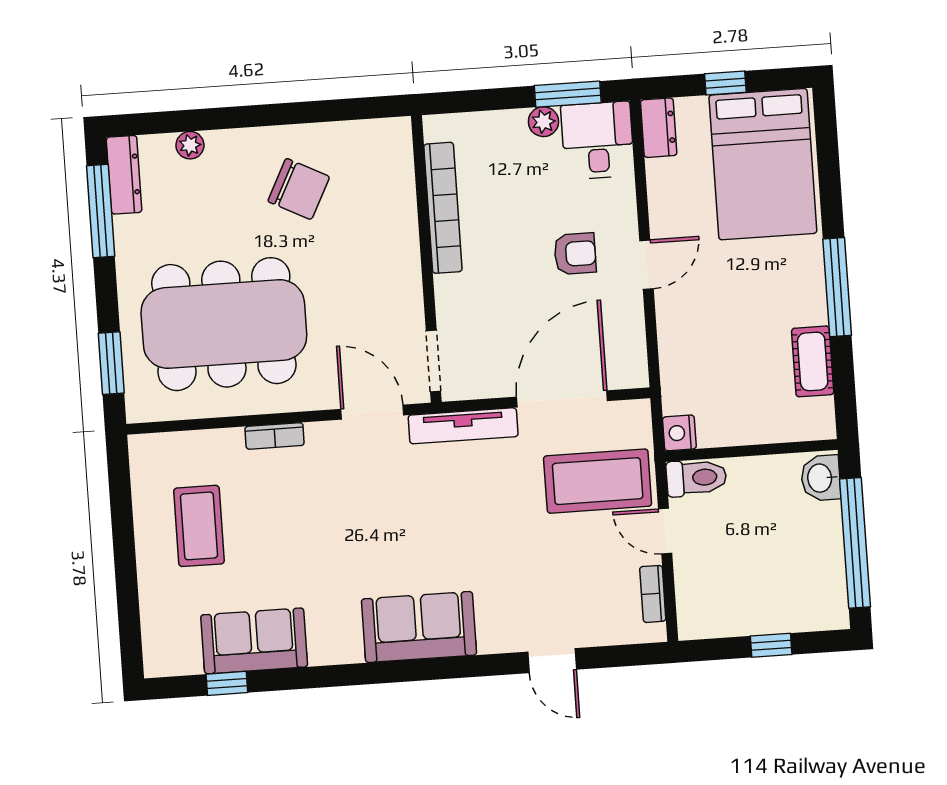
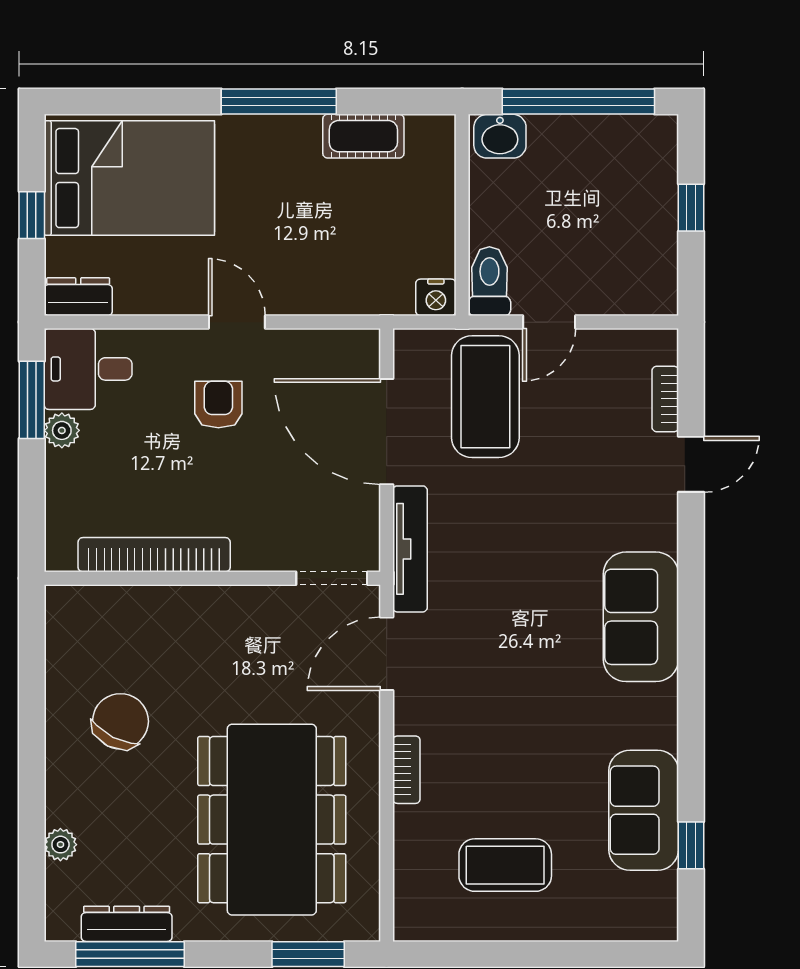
dresser: (124, 175) -> (127, 924), moved
bookcase: (653, 594) -> (665, 399), moved, turned 90

